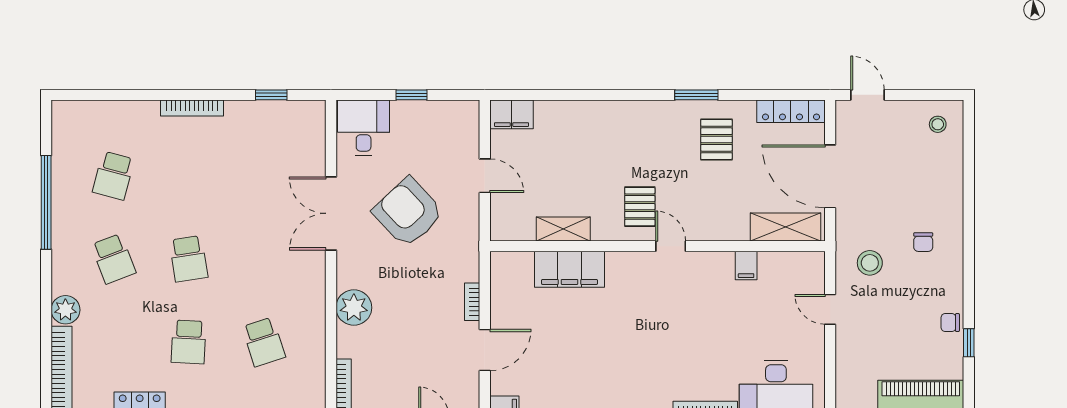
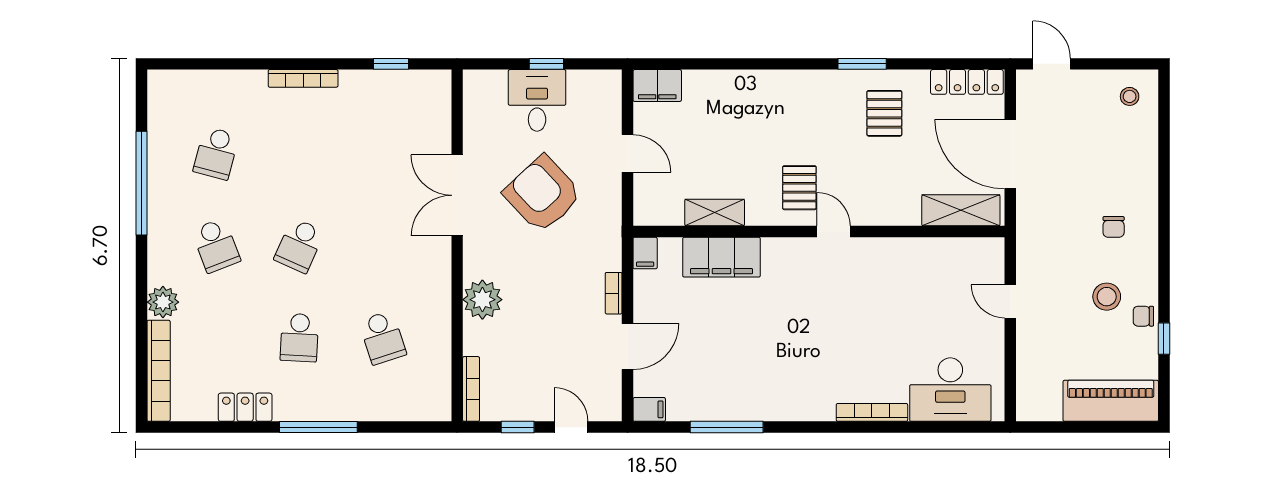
desk: (364, 128) -> (537, 100), moved
school desk: (189, 259) -> (299, 245), turned 33
stool: (870, 263) -> (1107, 297), moved
filing cabinet: (746, 266) -> (645, 253), moved

